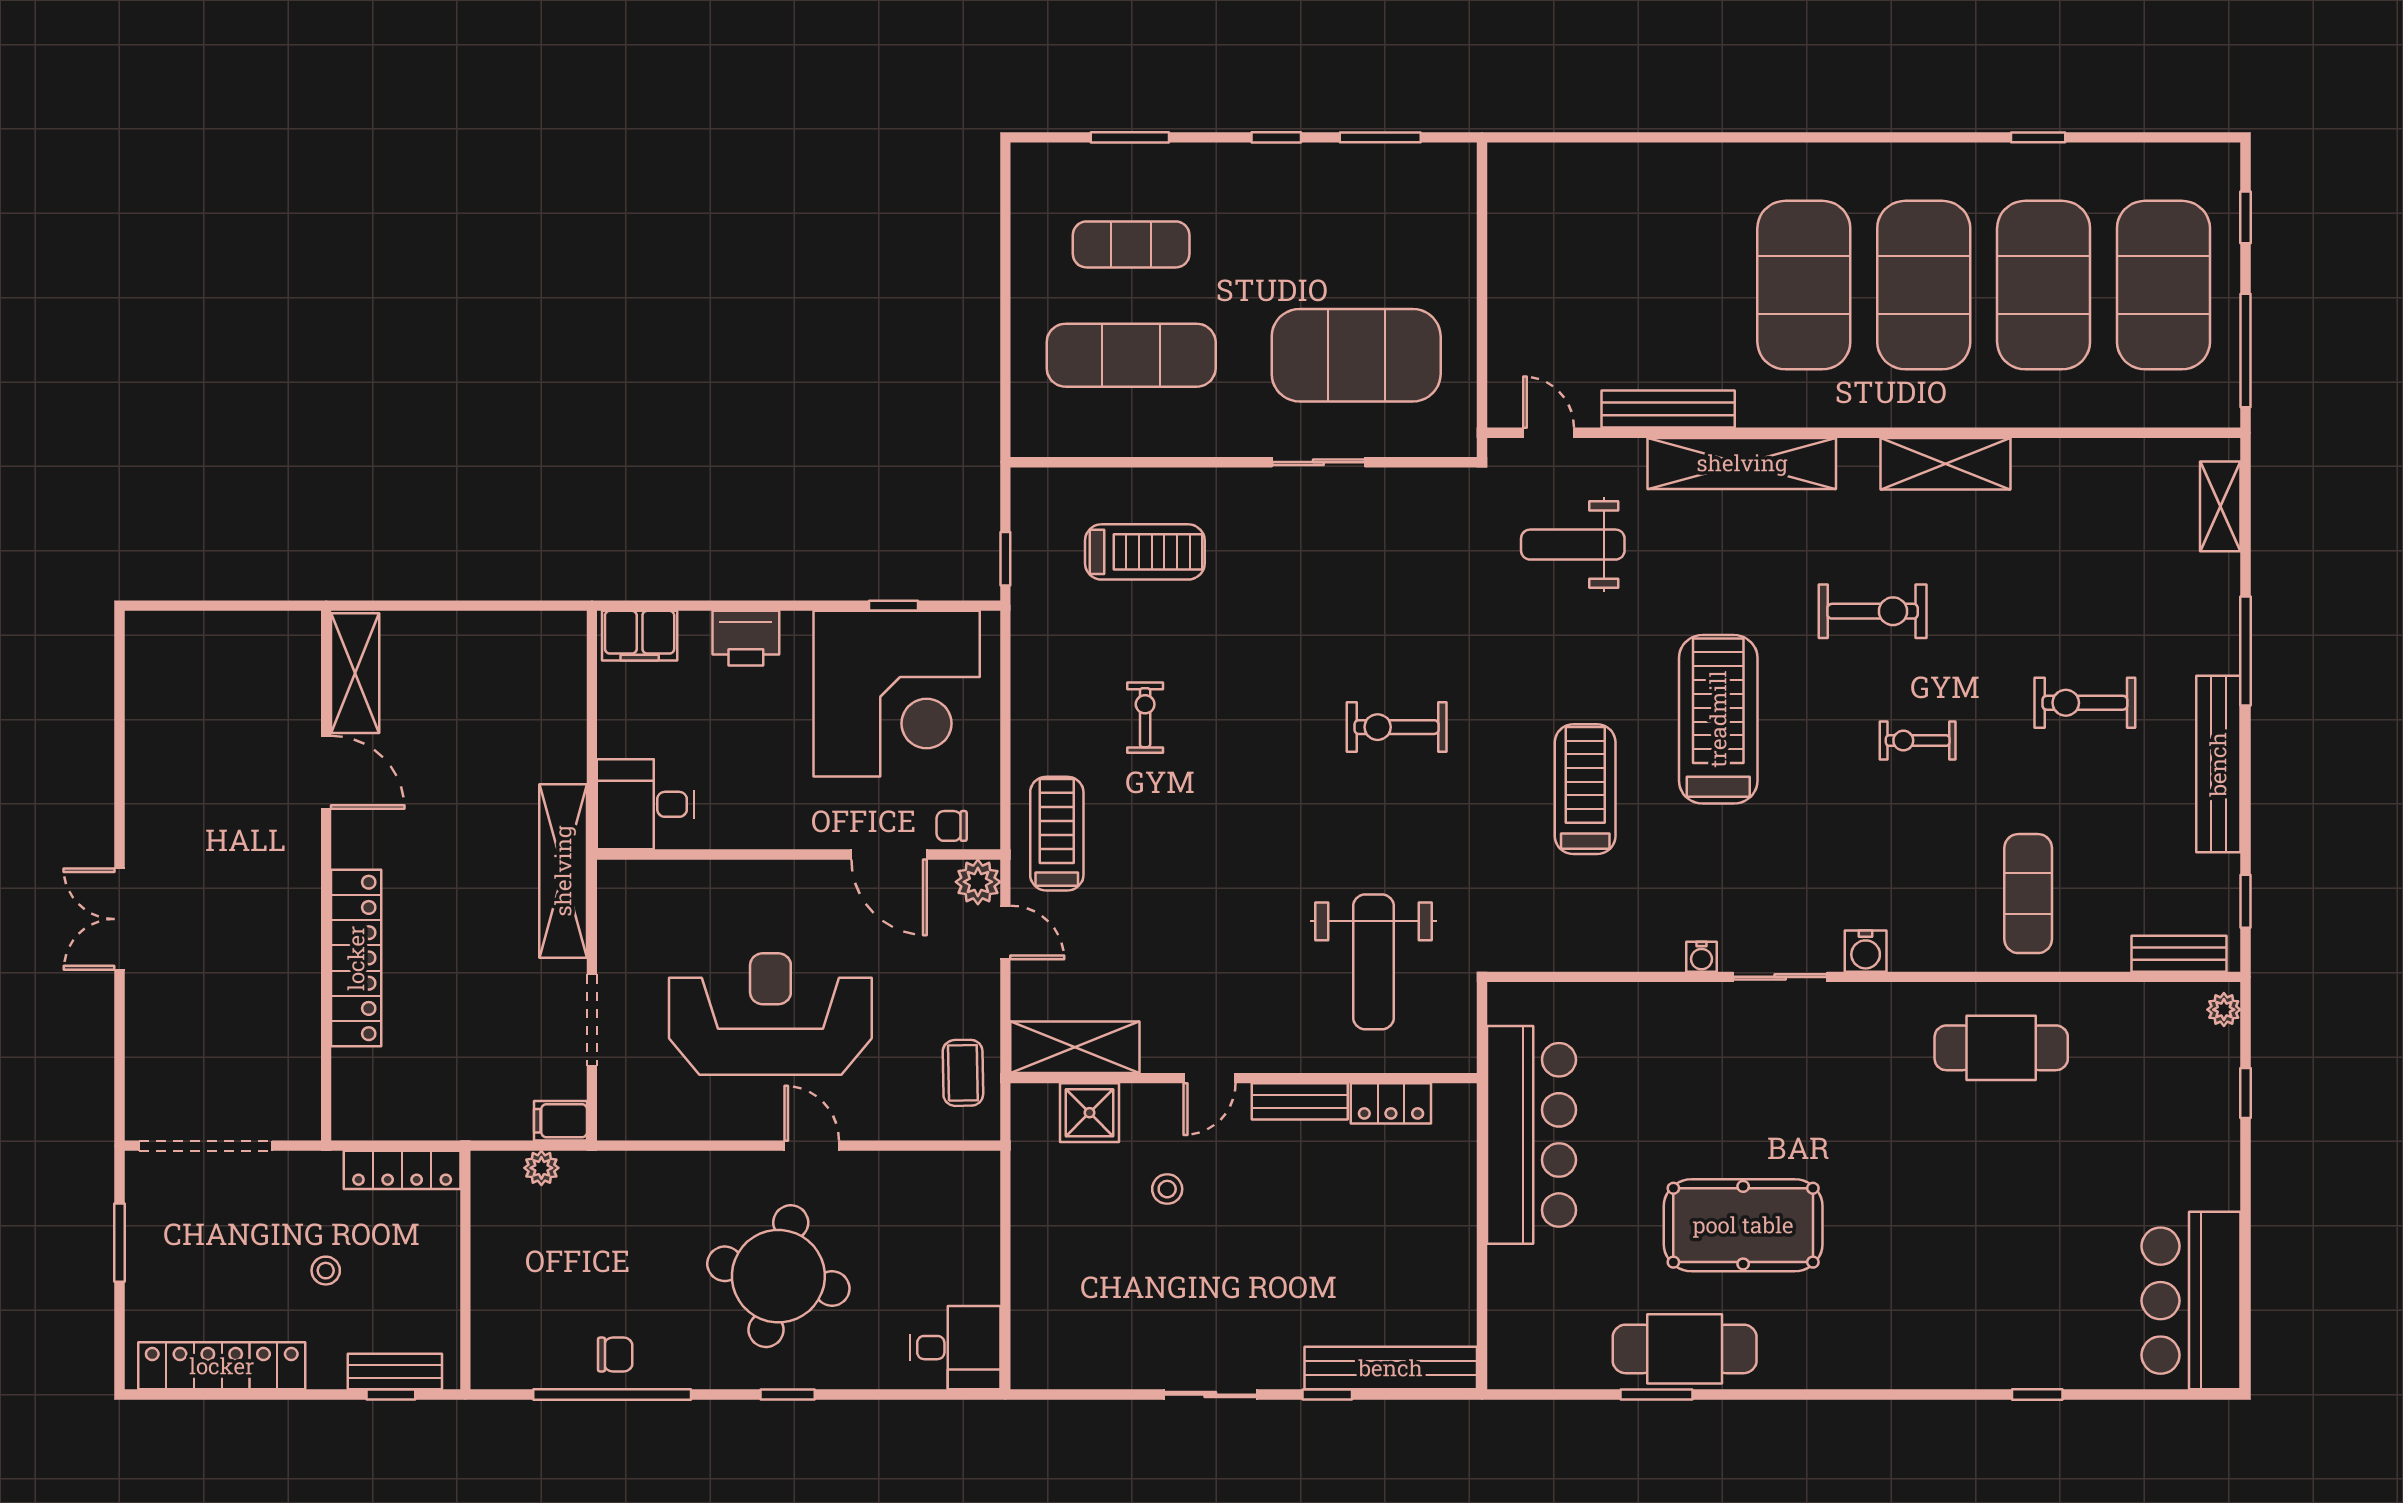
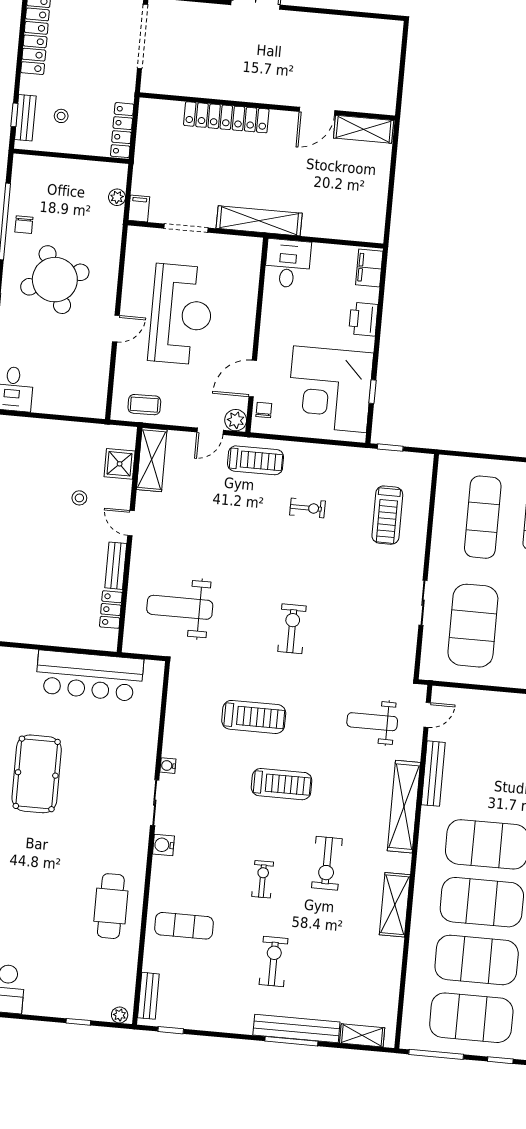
weight bench: (1573, 545) -> (372, 722), turned -90
treadmill: (1718, 719) -> (282, 784), width x0.73, depth x0.73
bench: (2218, 764) -> (296, 1029), moved
stool: (326, 1271) -> (61, 116), moved
round table: (778, 1276) -> (55, 280), moved, turned -34

